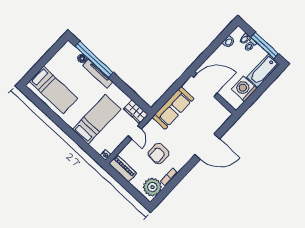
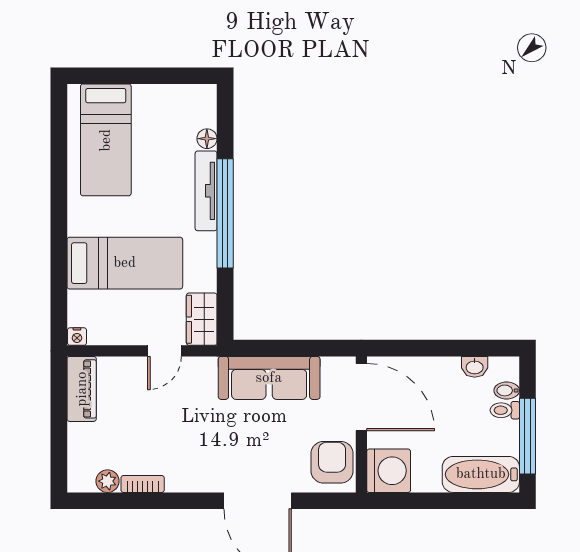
window: (94, 60) -> (225, 213), moved
washing machine: (244, 89) -> (389, 471), moved, turned 90
armchair: (159, 154) -> (332, 462), moved, turned 90
plant: (152, 187) -> (107, 481), width x0.53, depth x0.53

